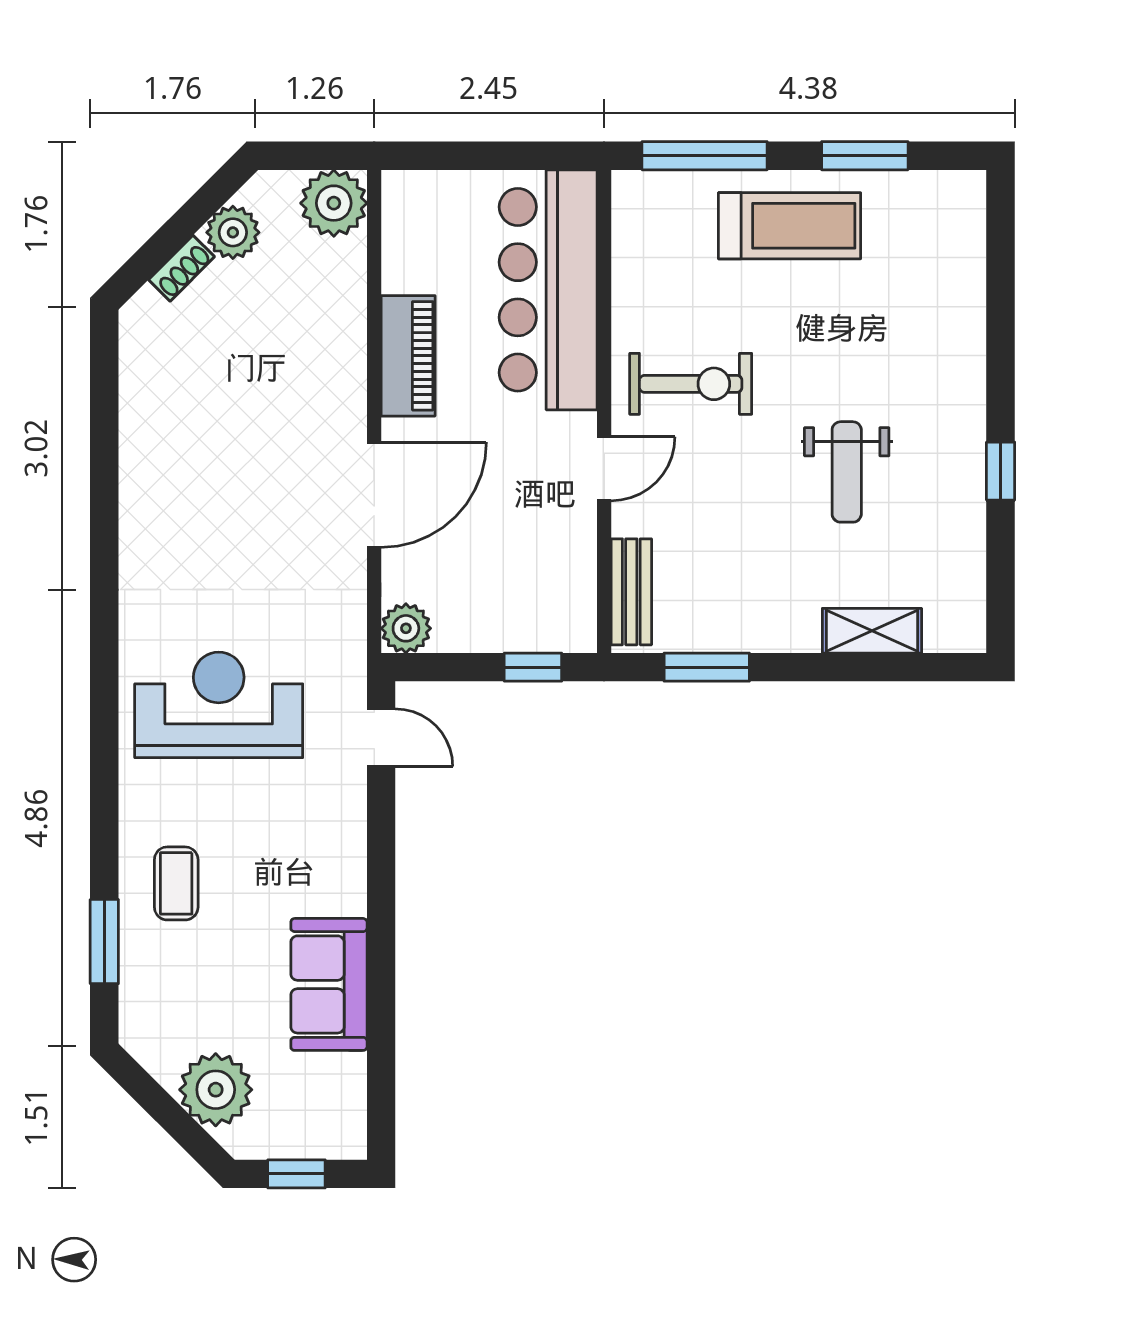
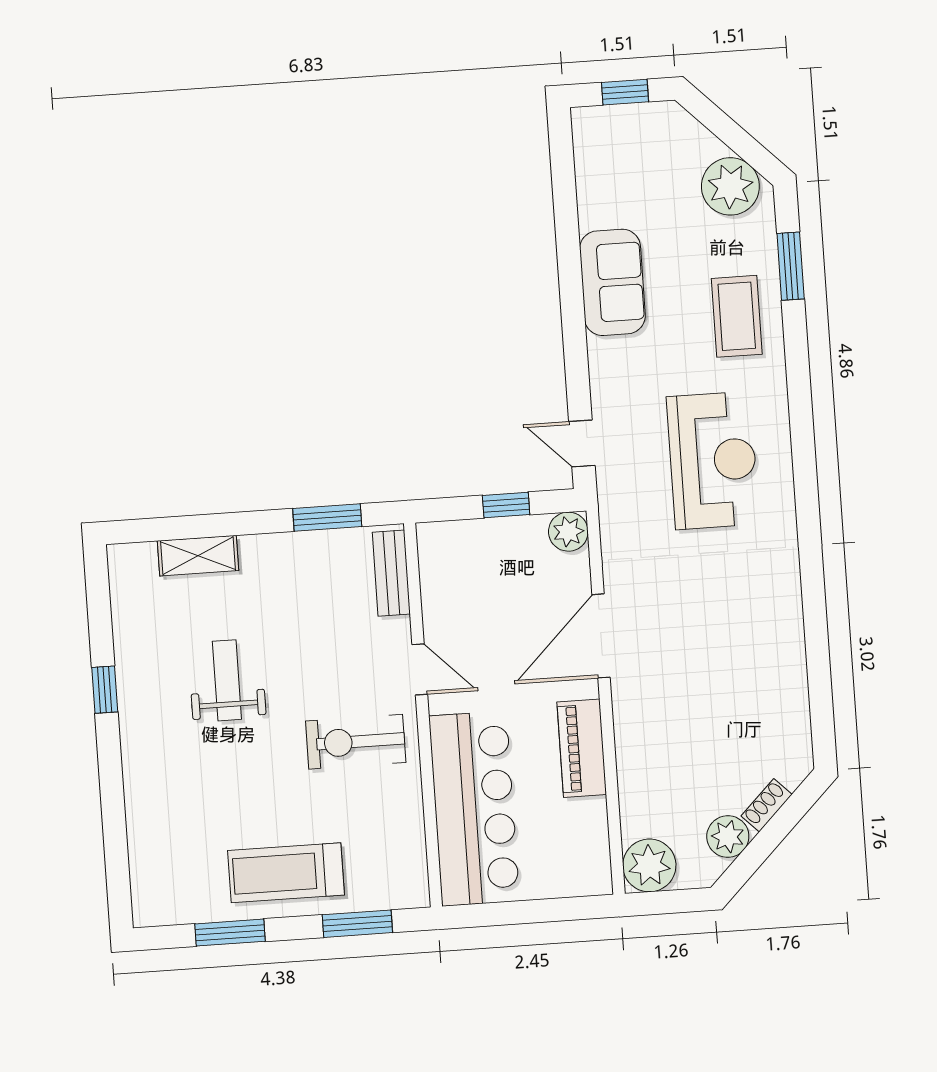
window: (705, 156) -> (357, 924), width x0.69
door: (604, 469) -> (420, 669), swing flipped
window: (533, 667) -> (506, 505), moved
reception desk: (219, 705) -> (713, 460), turned -90
coffee table: (176, 883) -> (737, 316), width x1.36, depth x1.30
sofa: (329, 984) -> (612, 282), moved
plant: (216, 1090) -> (730, 186), moved

